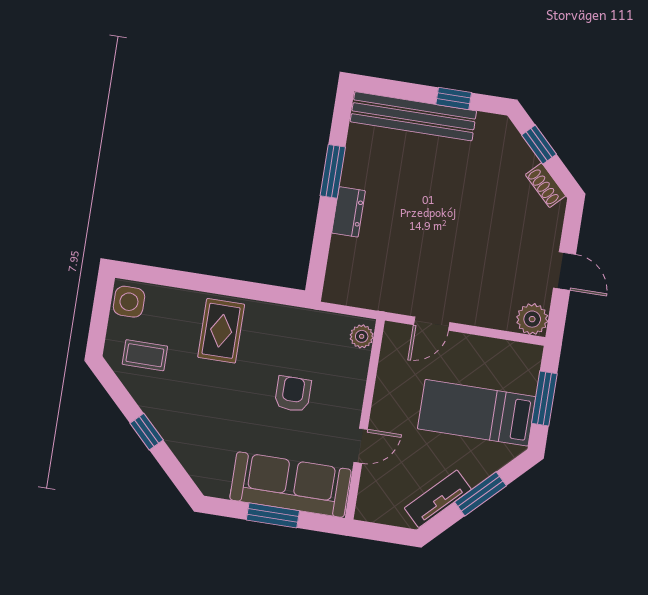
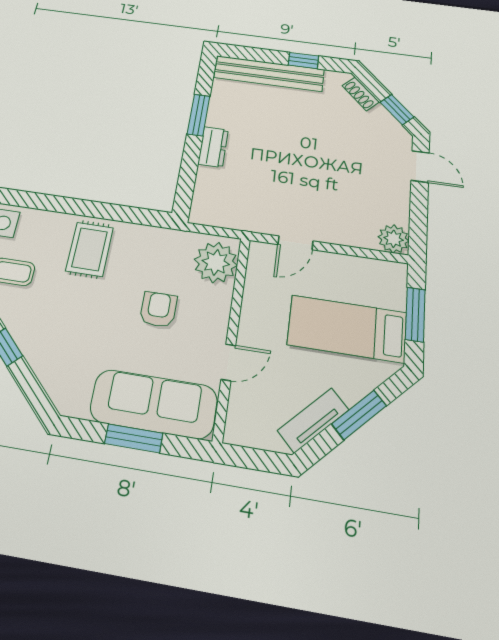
window: (539, 145) -> (397, 110), moved
shoe rack: (546, 185) -> (361, 94), moved
door: (565, 271) -> (420, 166), moved
plant: (362, 336) -> (216, 262), width x1.87, depth x1.87

